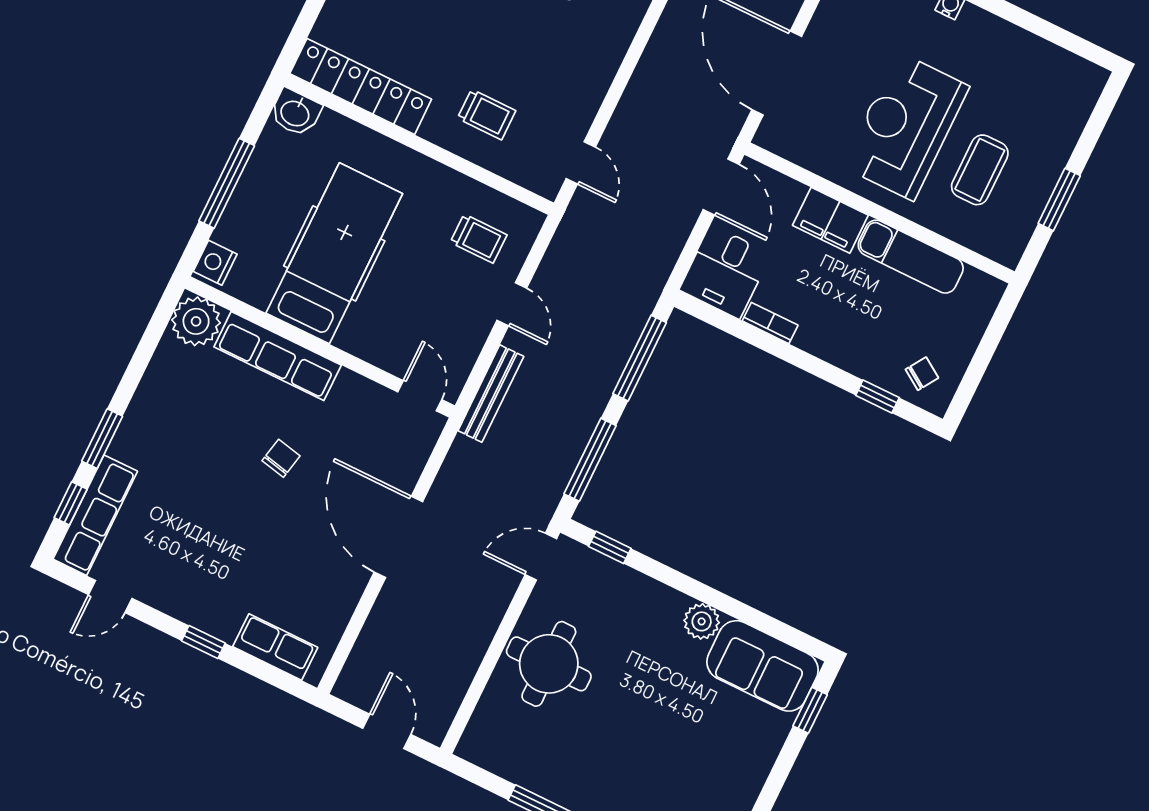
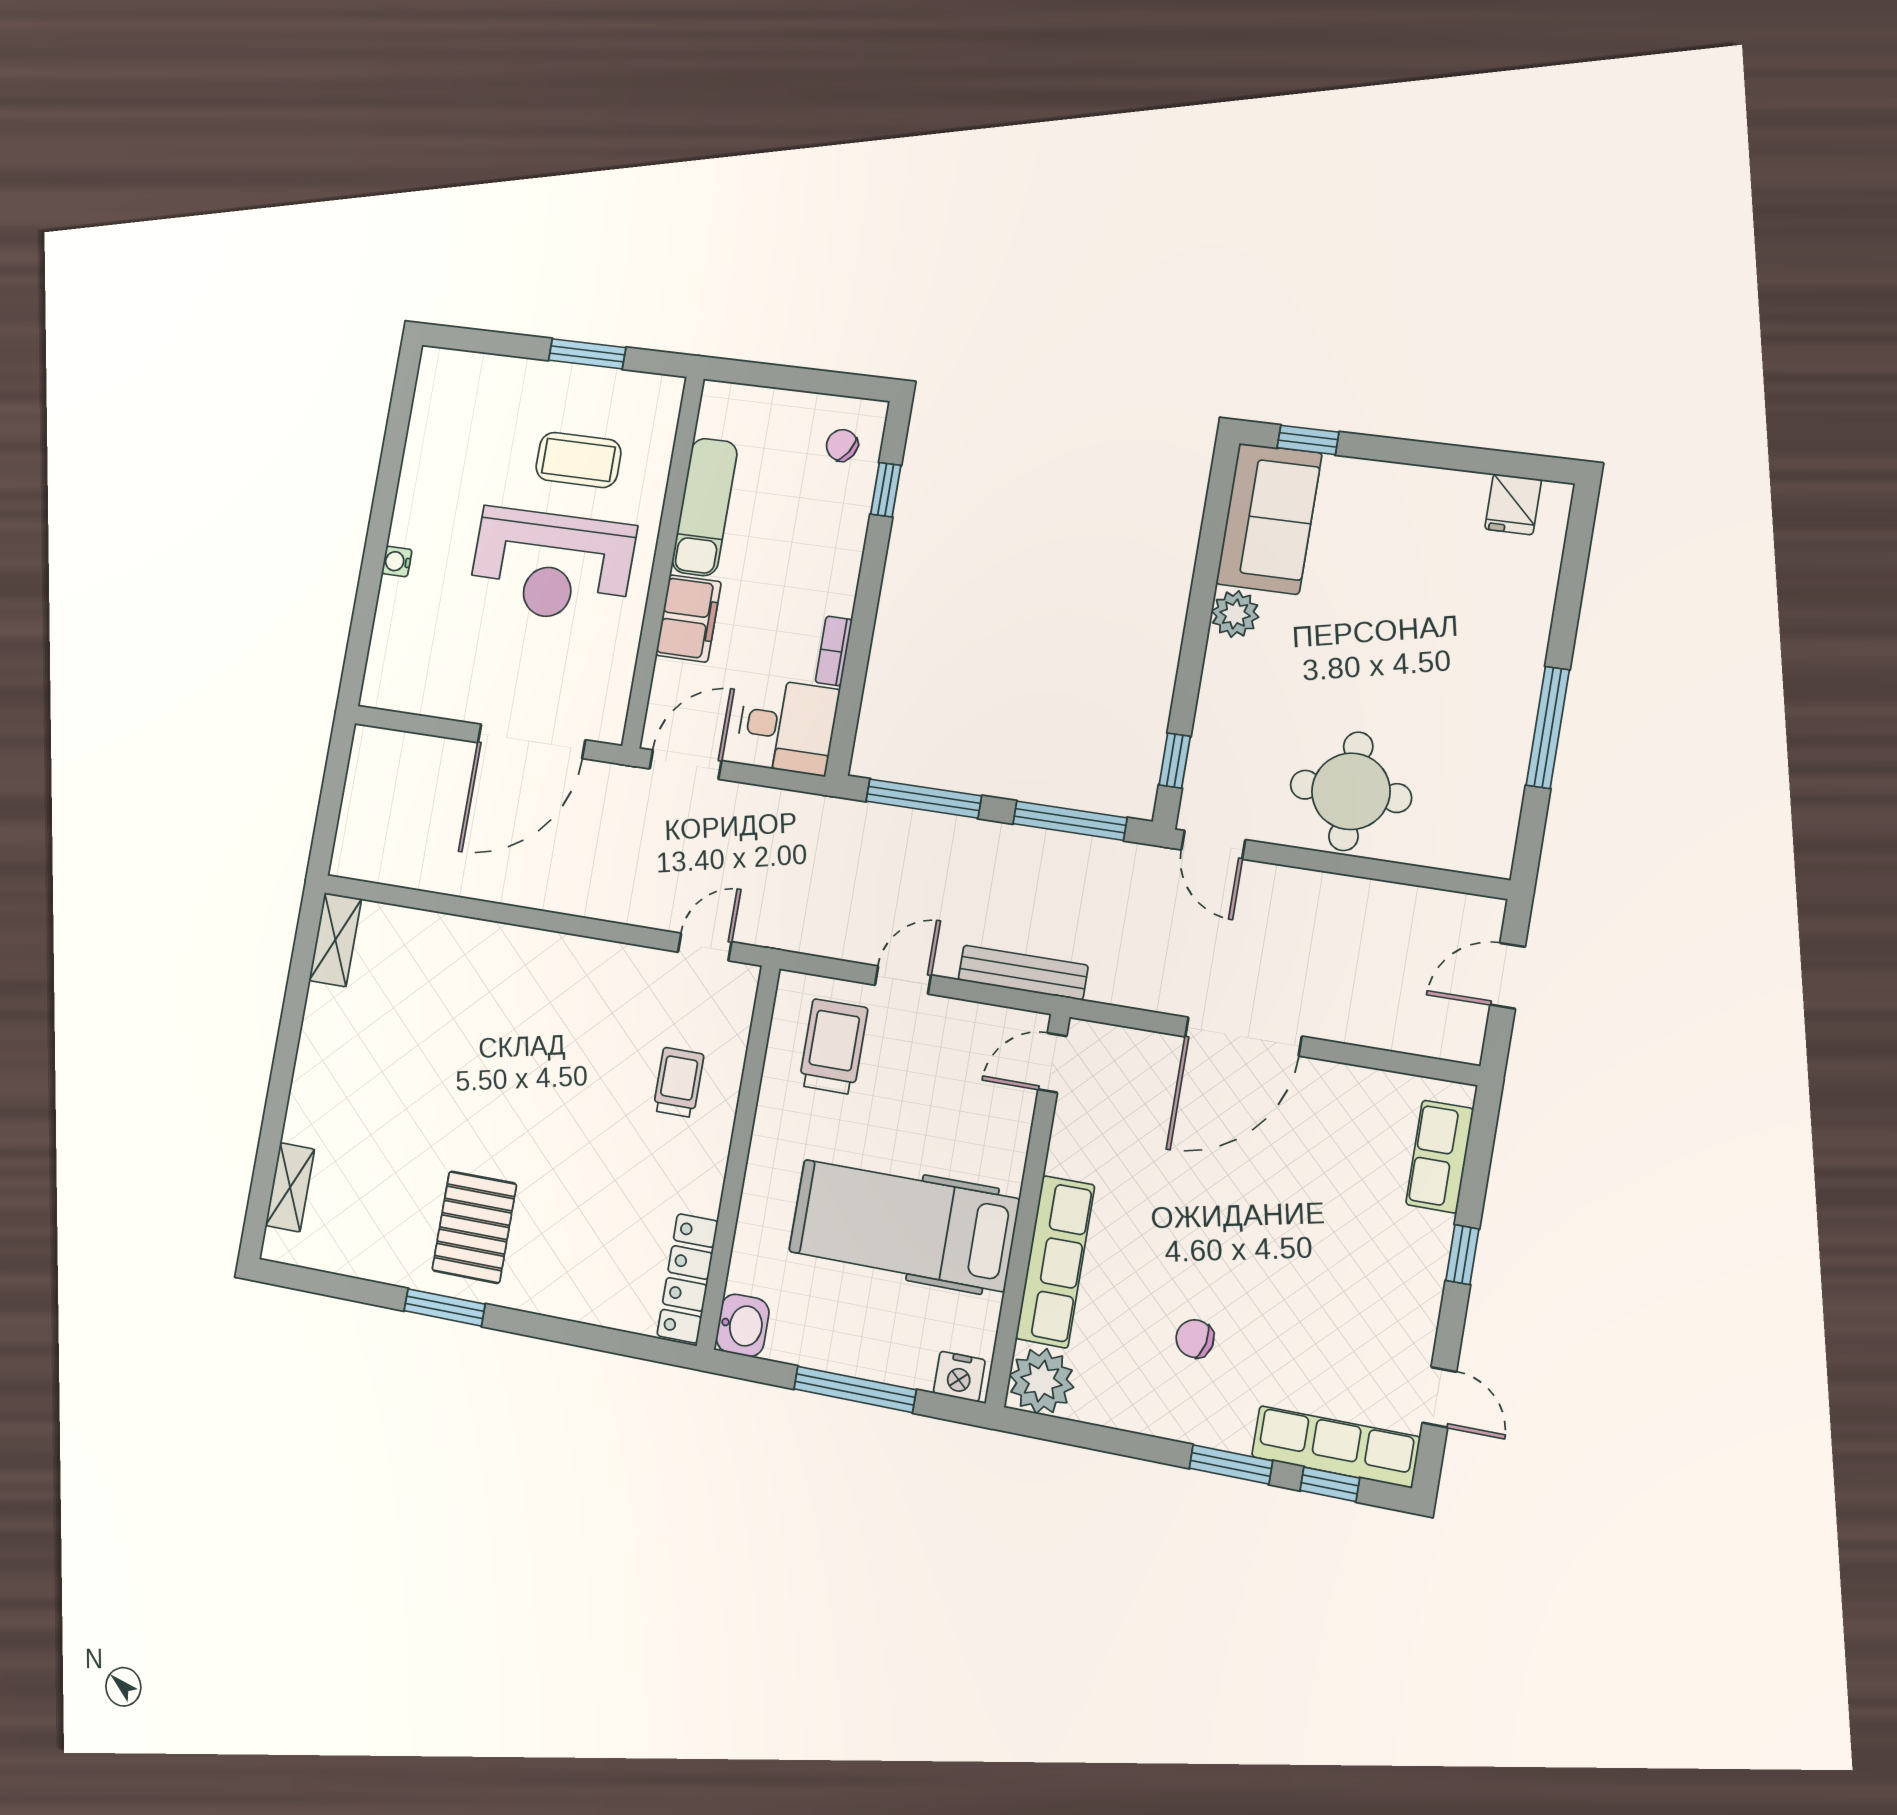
locker: (361, 86) -> (687, 1278), width x0.71, depth x0.83
trolley: (479, 239) -> (833, 1047), width x1.36, depth x1.39
chair: (281, 458) -> (1195, 1339), moved

